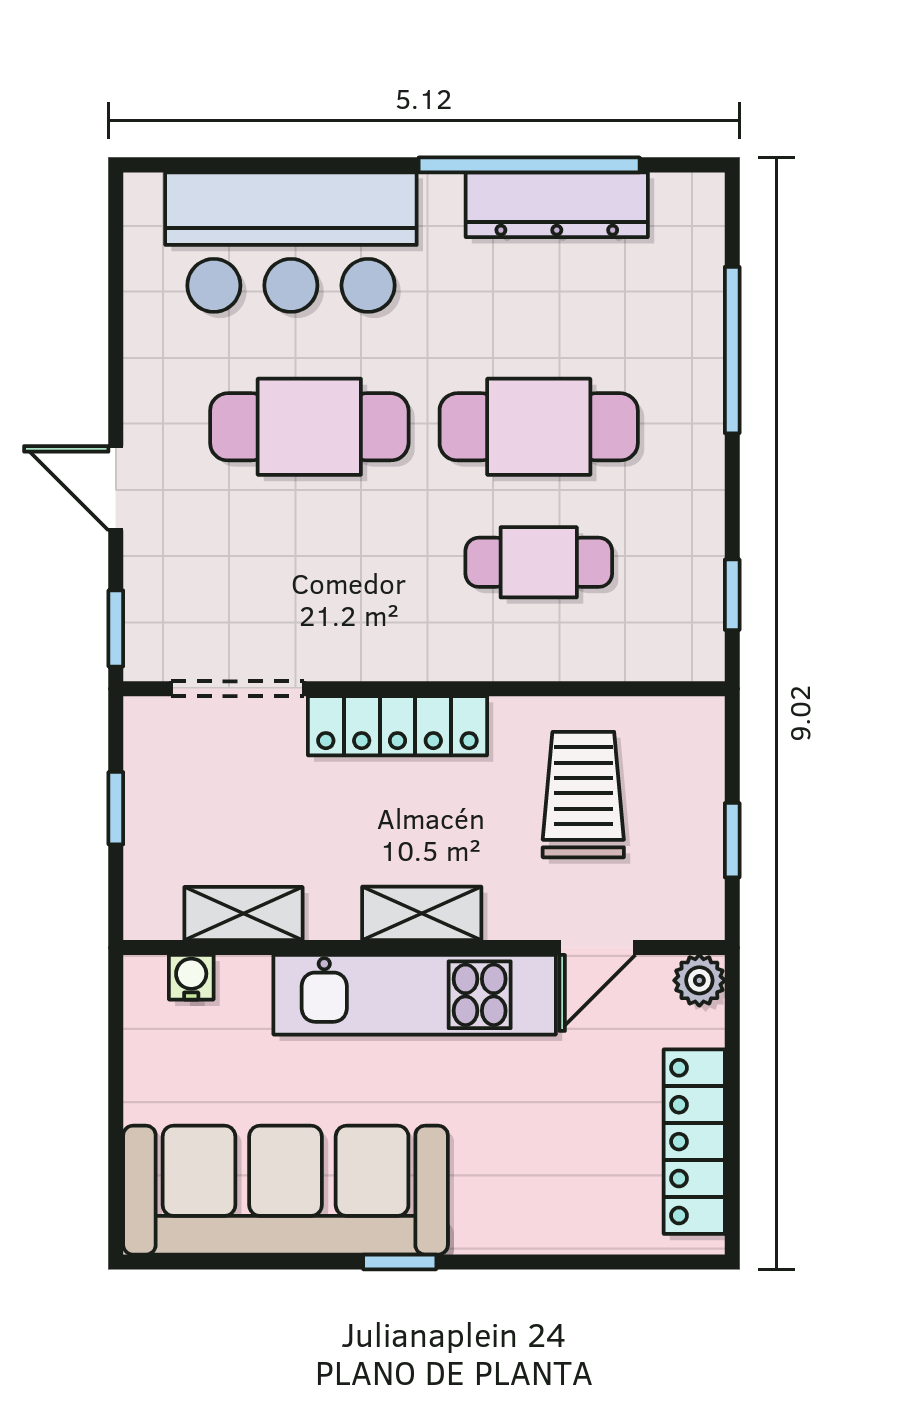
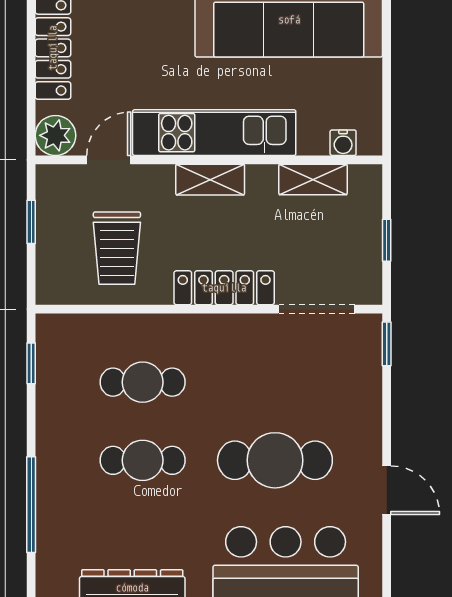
cafe table: (539, 427) -> (143, 460), width x0.73, depth x0.74
door: (116, 488) -> (387, 490), moved
plant: (699, 980) -> (55, 135), width x1.38, depth x1.38

